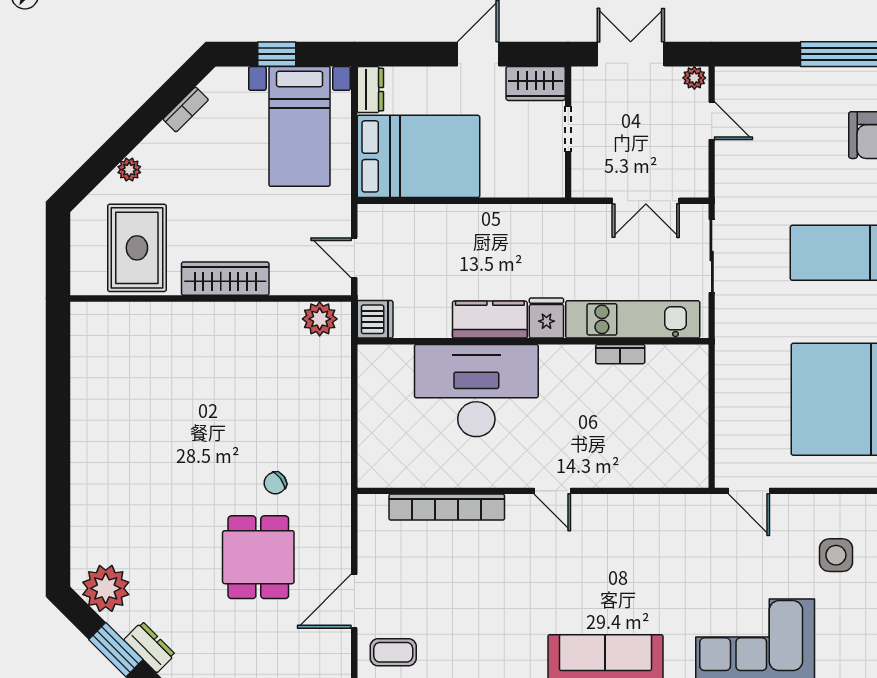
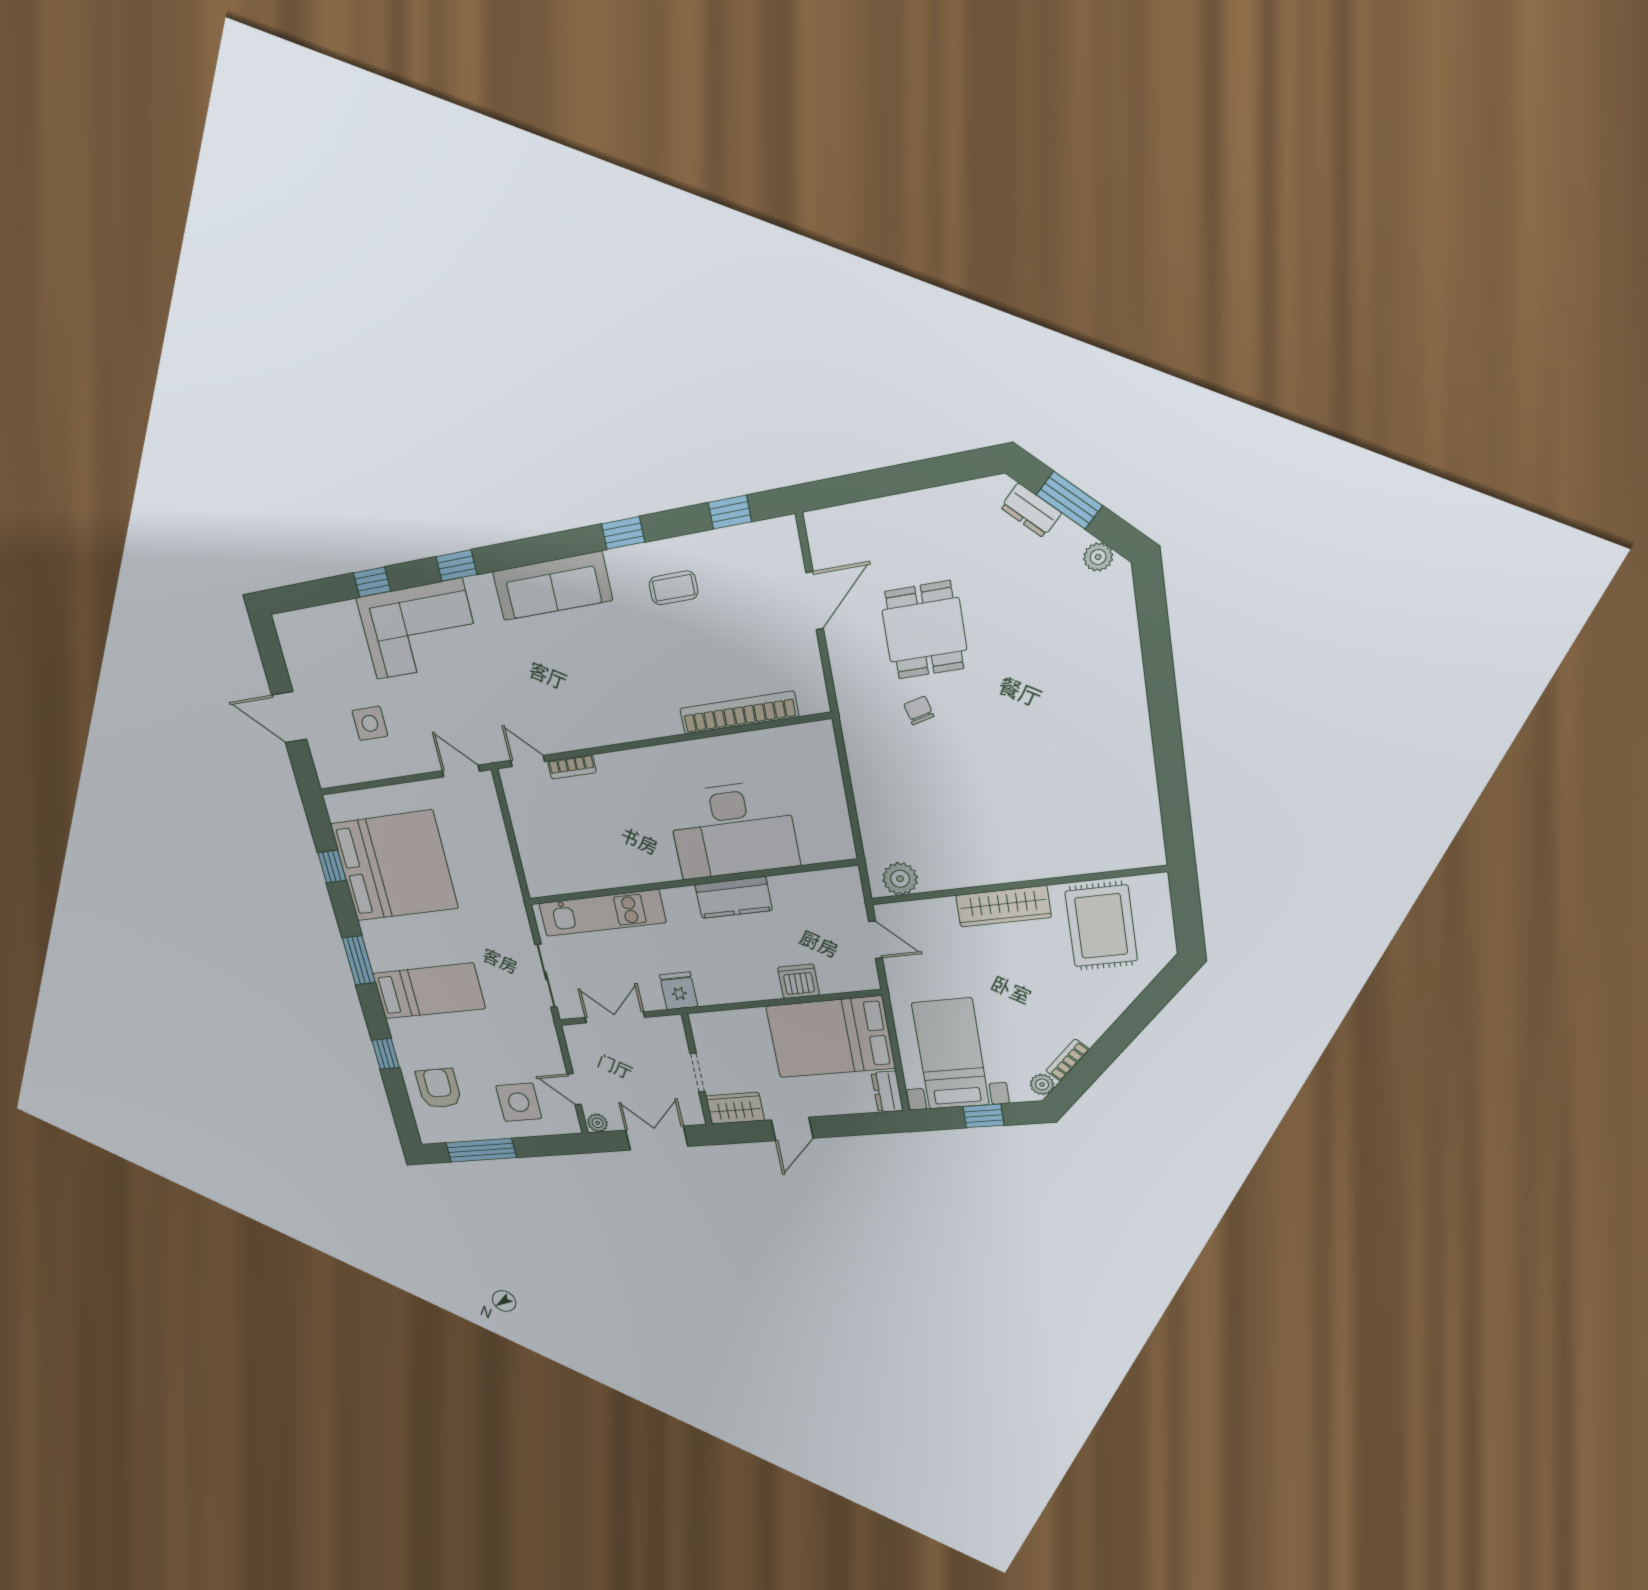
double door: (631, 54) -> (657, 1138), swing flipped
side table: (780, 110) -> (519, 1102), added
plant: (129, 170) -> (1042, 1084), moved
fridge: (546, 318) -> (679, 991), moved, turned 180
dishwasher: (375, 319) -> (799, 981), moved, turned 90
bookcase: (620, 354) -> (572, 767), moved, turned 180
chair: (275, 483) -> (919, 710), turned -68
door: (552, 491) -> (528, 761), moved
plant: (106, 588) -> (1098, 557), width x0.53, depth x0.53
coffee table: (393, 652) -> (673, 588), moved

